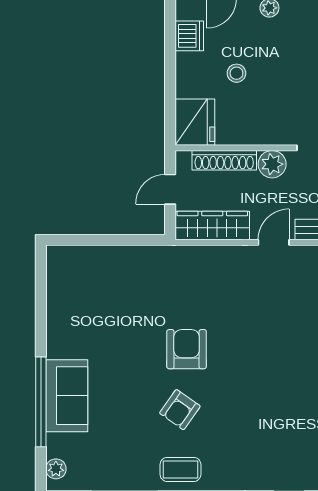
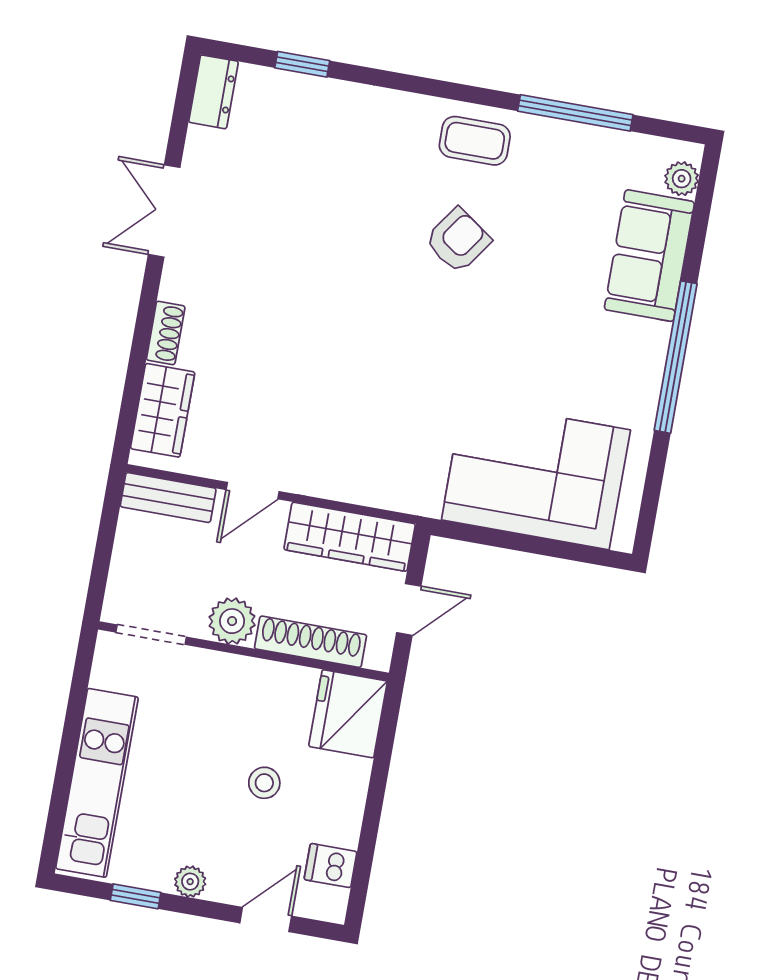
dishwasher: (189, 36) -> (331, 866), width x0.73
corner sofa: (110, 281) -> (536, 475), added
armchair: (187, 349) -> (429, 339), removed
sofa: (67, 396) -> (649, 256), moved
window: (41, 402) -> (676, 357), moved

